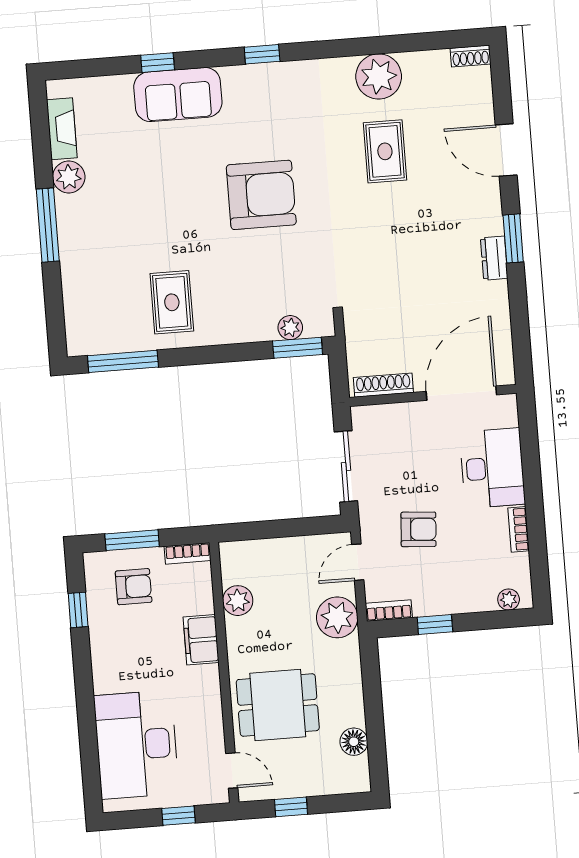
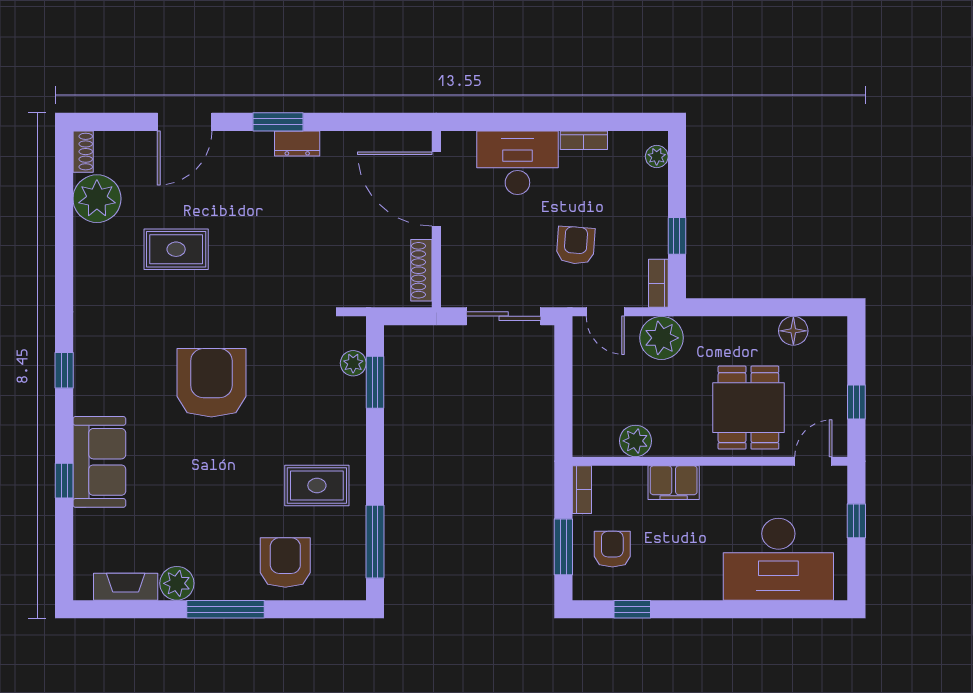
plant: (379, 76) -> (97, 199), moved
armchair: (96, 278) -> (285, 563), added
window: (298, 348) -> (375, 382), moved

